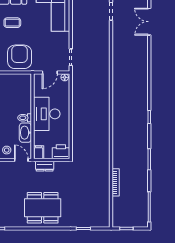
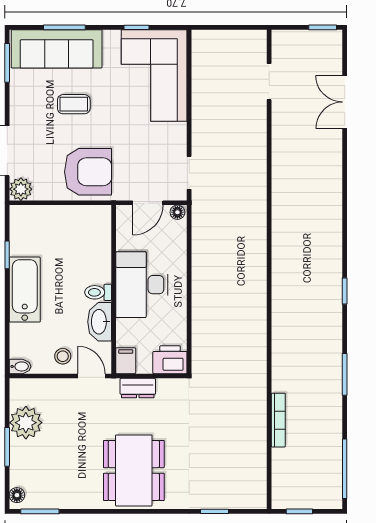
armchair: (20, 57) -> (88, 172), turned 90
dining table: (43, 208) -> (134, 470), turned 90

